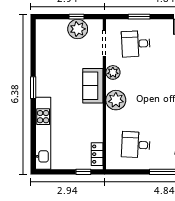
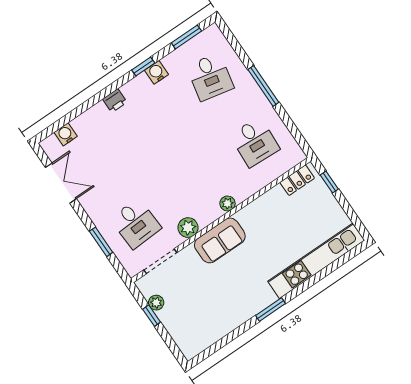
plant: (78, 29) -> (156, 303), width x0.53, depth x0.53
plant: (116, 100) -> (227, 203), width x0.53, depth x0.53

